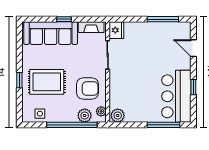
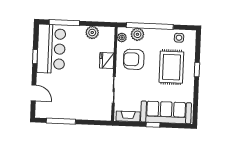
fridge: (116, 30) -> (107, 61), moved
rug: (47, 82) -> (171, 67), turned 90
plant: (118, 116) -> (92, 32), moved

